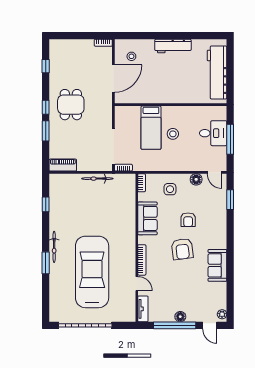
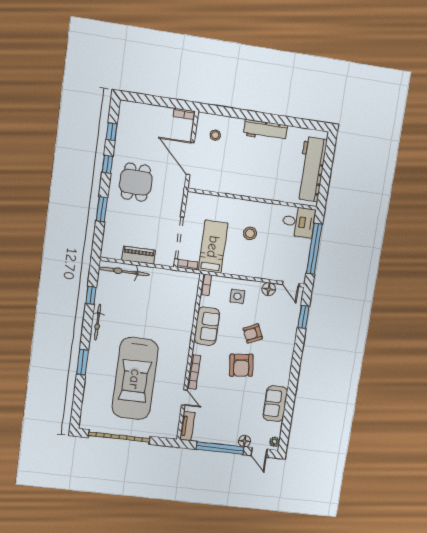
door: (113, 78) -> (190, 158), swing flipped
window: (46, 107) -> (107, 164), moved
bed: (151, 128) -> (213, 247), moved, turned 180
desk: (213, 133) -> (299, 222), moved
window: (230, 139) -> (314, 249), width x1.46
piano: (63, 165) -> (139, 255), moved
bicycle: (97, 179) -> (124, 271), moved, width x1.37, depth x1.40
armchair: (188, 220) -> (253, 333), turned 66
bicycle: (54, 247) -> (98, 322), moved
sofa: (217, 265) -> (275, 404), moved
car: (92, 272) -> (135, 379), turned 180
floor lamp: (180, 317) -> (245, 441), moved

